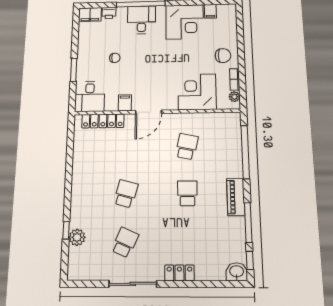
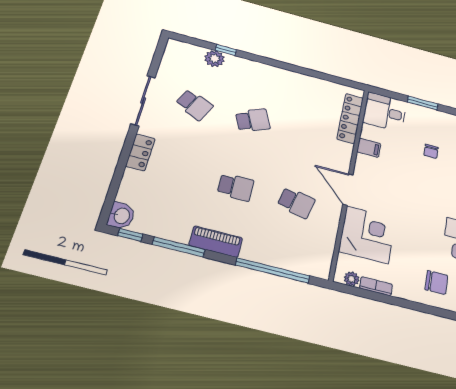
chair: (223, 56) -> (436, 282), moved, turned -90
door: (149, 112) -> (348, 189), moved
school desk: (126, 194) -> (253, 120), turned -39

